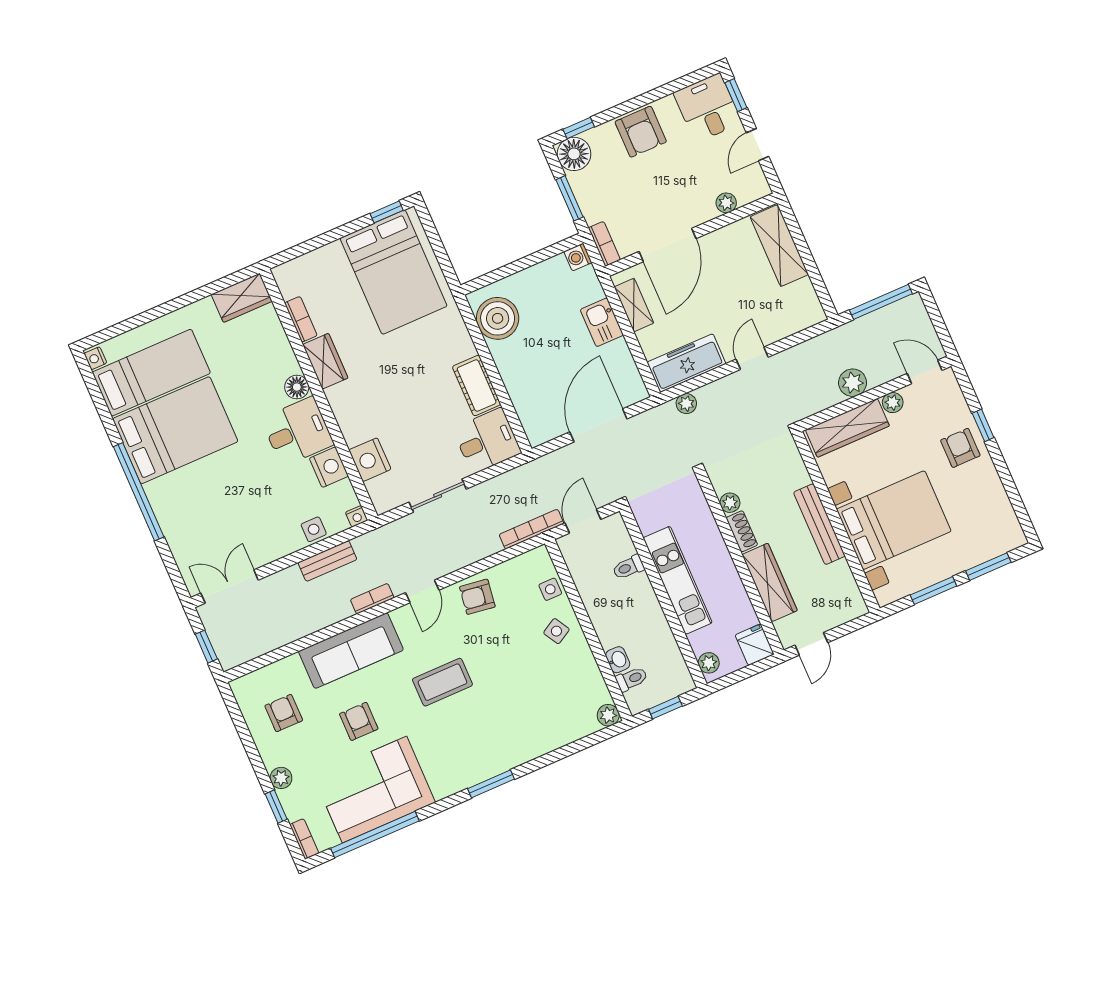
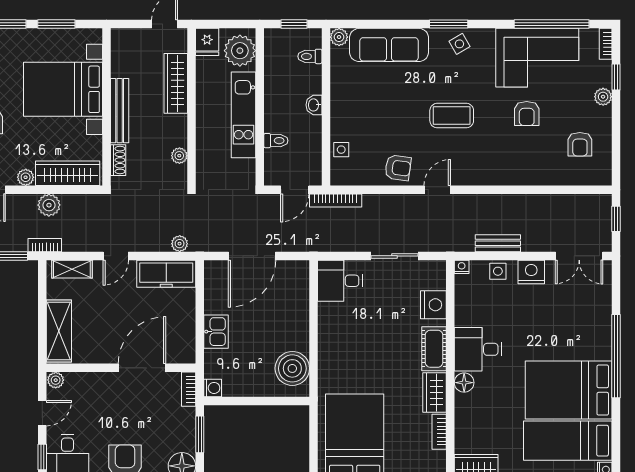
plant: (726, 203) -> (56, 380), moved
shelving: (634, 305) -> (72, 269), moved, turned 90
cot: (477, 386) -> (434, 349), moved
nightstand: (329, 467) -> (531, 272), moved, turned 90
shoe rack: (742, 531) -> (118, 160), moved, turned 180
bookcase: (372, 599) -> (45, 245), moved, turned 180
side table: (556, 631) -> (459, 44), moved
sofa: (351, 651) -> (389, 45), moved, turned 180
washbasin: (618, 660) -> (314, 105), moved
plant: (709, 663) -> (240, 51), width x1.87, depth x1.87

